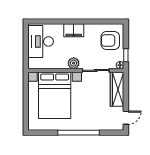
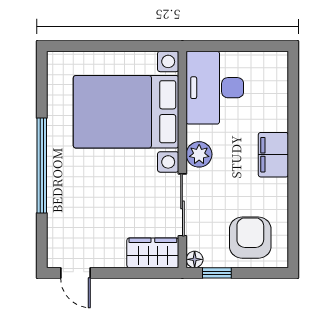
desk: (41, 41) -> (215, 88), moved, turned -90
wardrobe: (117, 89) -> (153, 253), width x0.67

